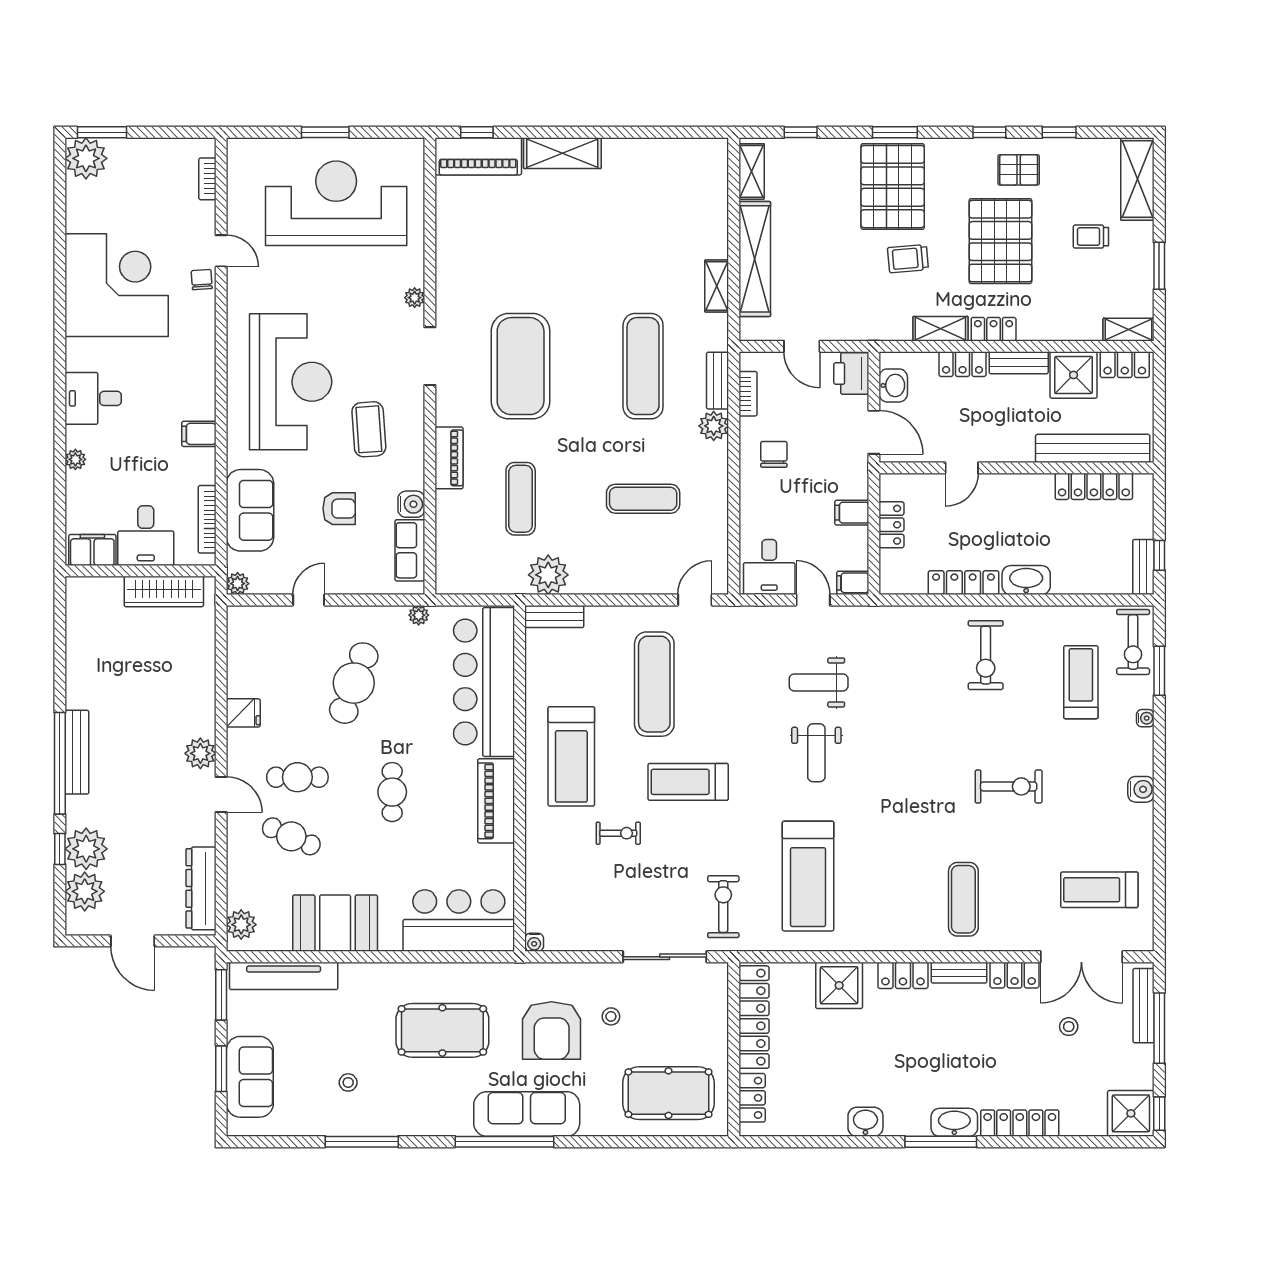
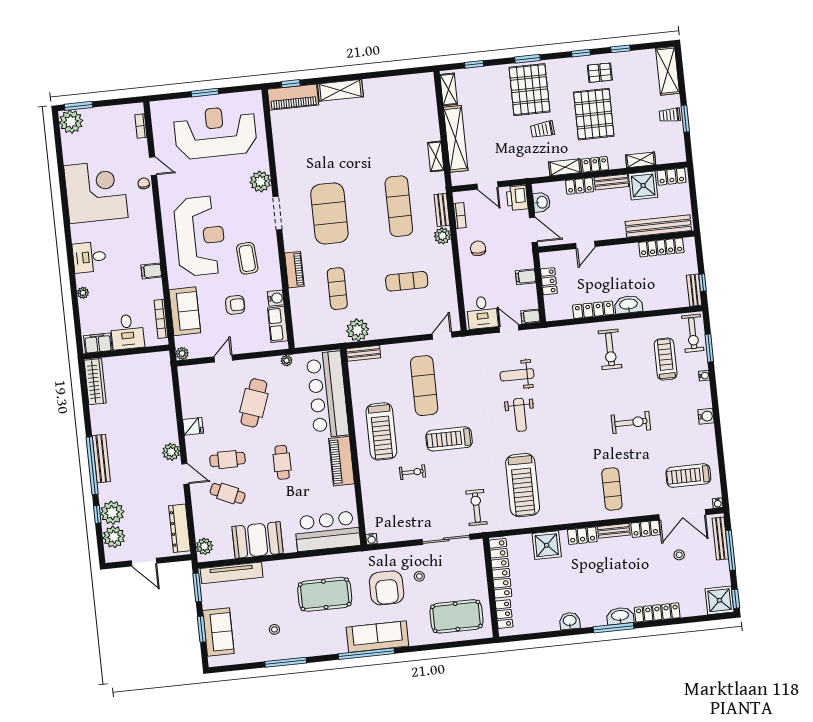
trolley: (1091, 237) -> (670, 115), moved
plant: (415, 298) -> (260, 182), width x1.88, depth x1.88
shelving: (1129, 330) -> (641, 160), moved
wardrobe: (164, 592) -> (95, 382), moved, turned -90
water cooler: (1145, 943) -> (718, 503), added

